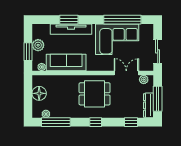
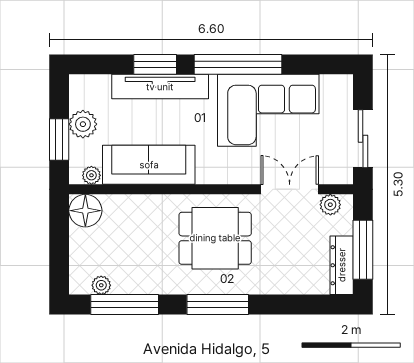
window: (122, 20) -> (238, 64), moved
floor lamp: (39, 93) -> (85, 211), moved
window: (96, 122) -> (218, 304), width x2.17
window: (131, 122) -> (301, 304), removed

